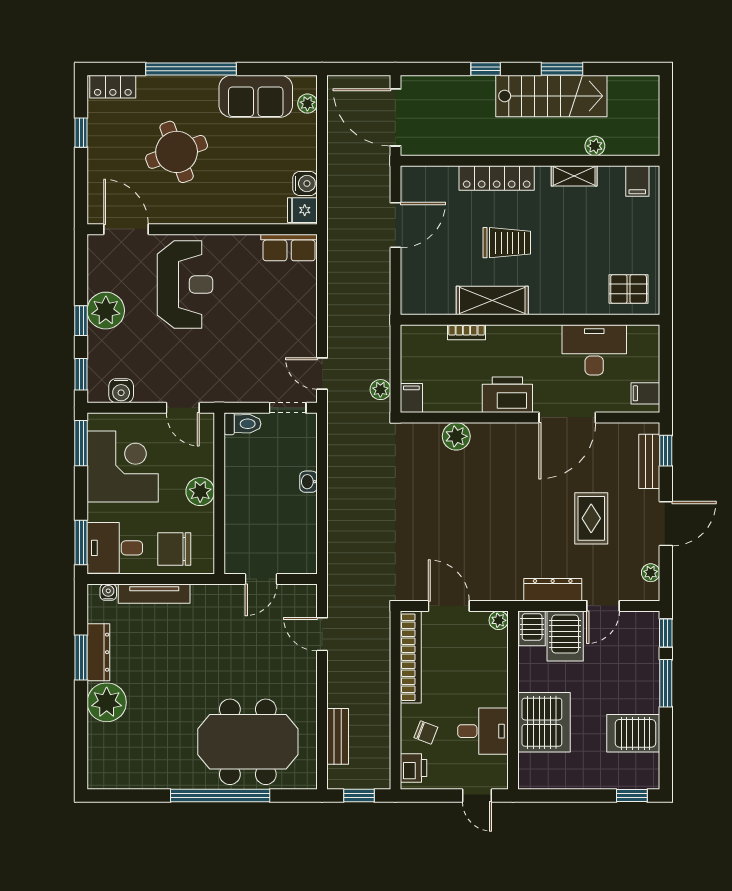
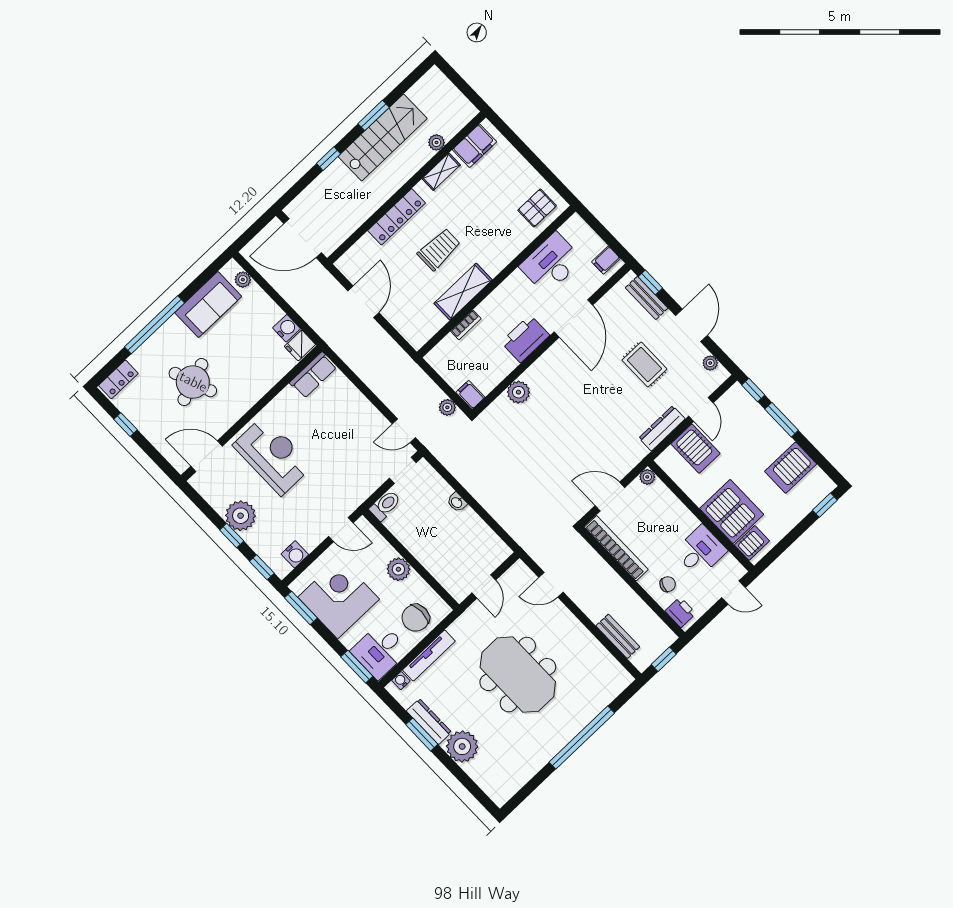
filing cabinet: (637, 181) -> (474, 146), width x2.00
server rack: (532, 628) -> (752, 543), moved, turned -90
meeting table: (248, 742) -> (518, 675), moved, turned 90

